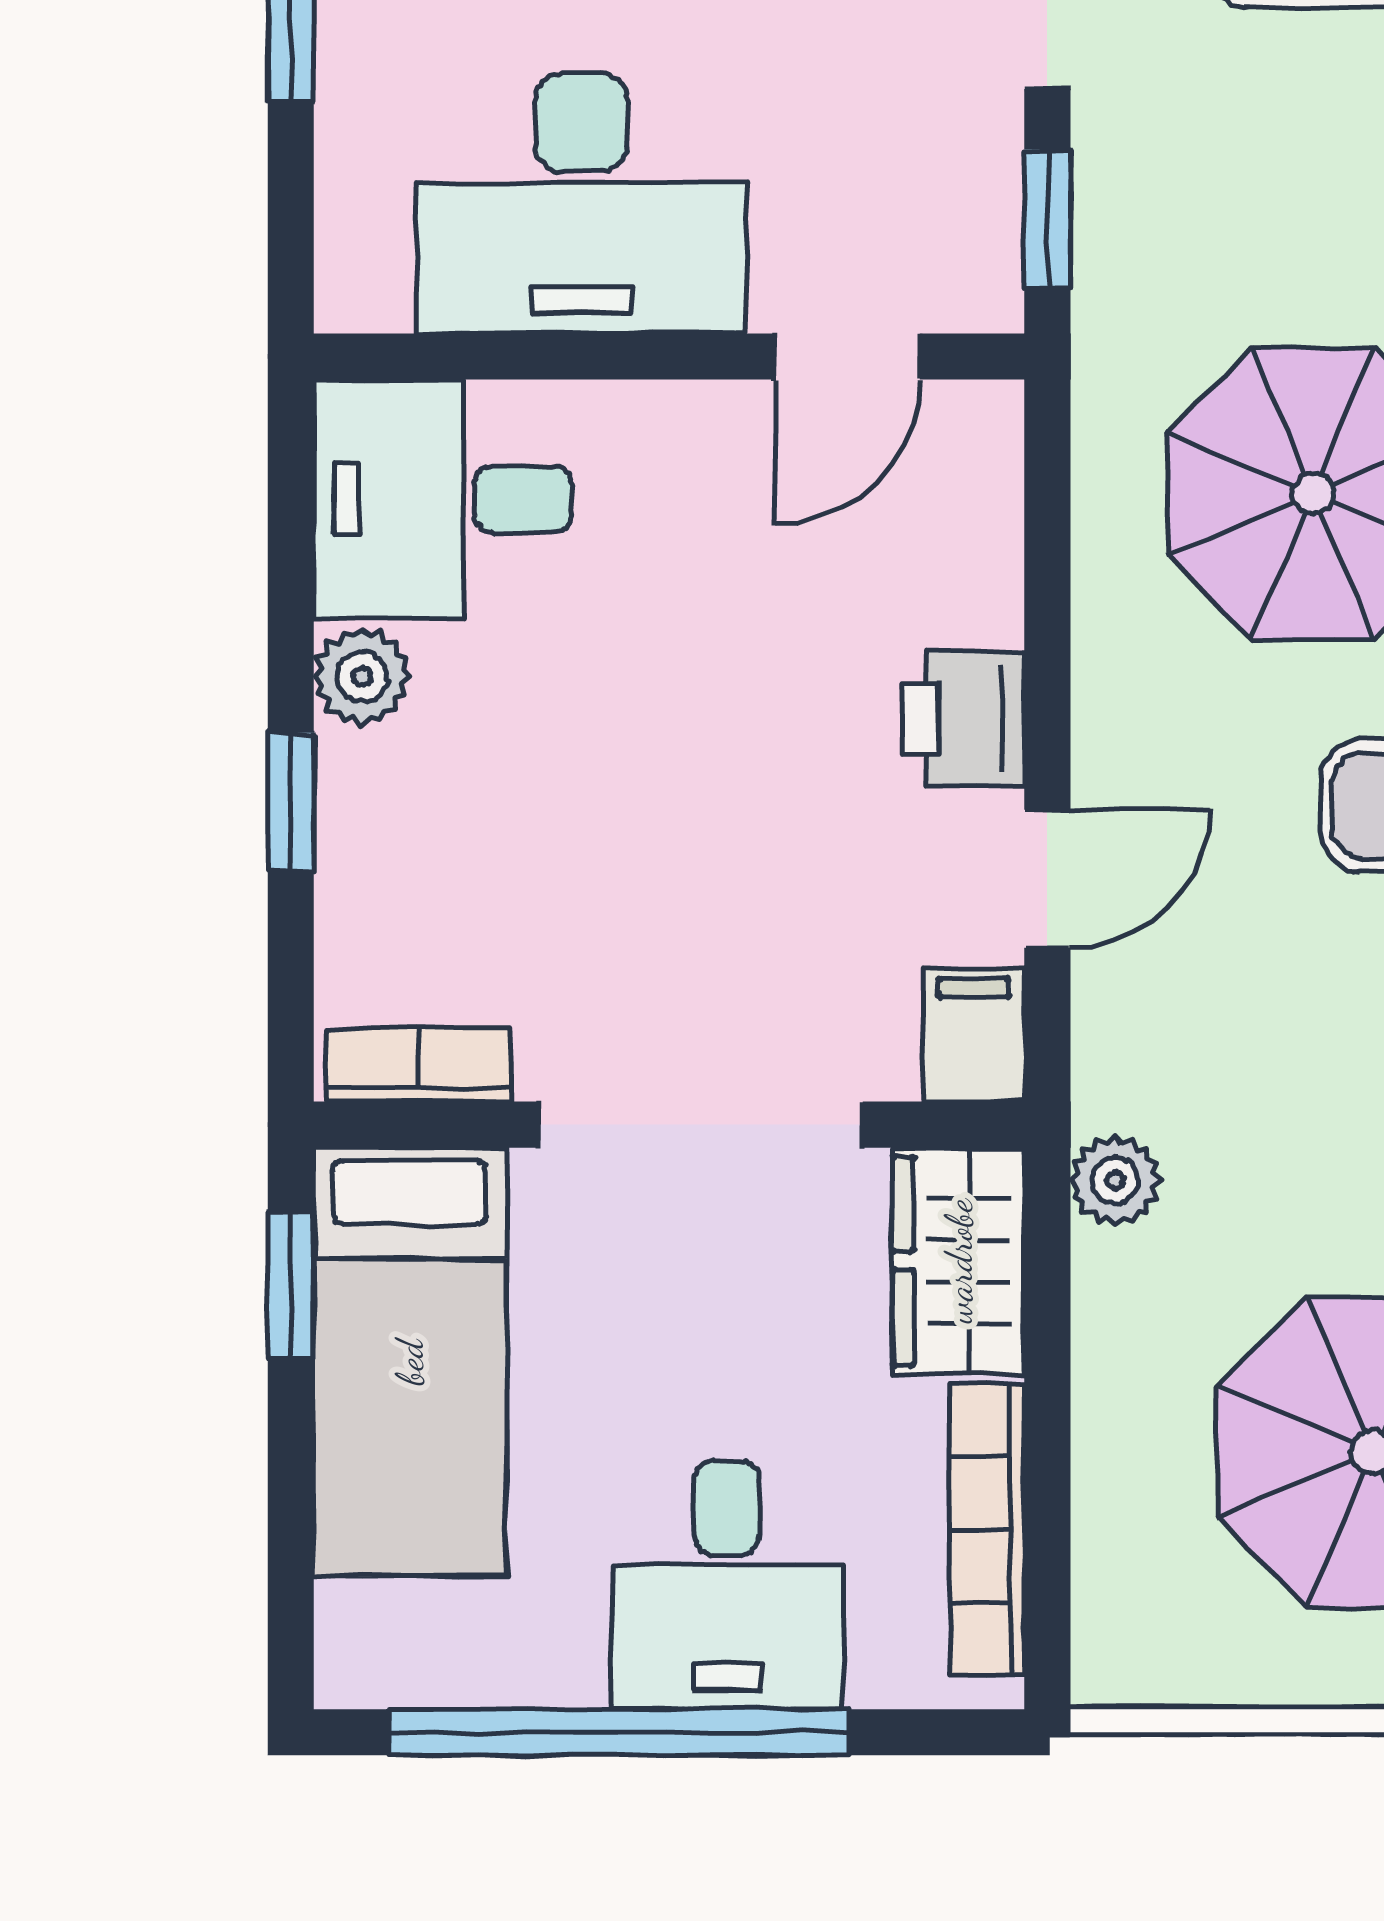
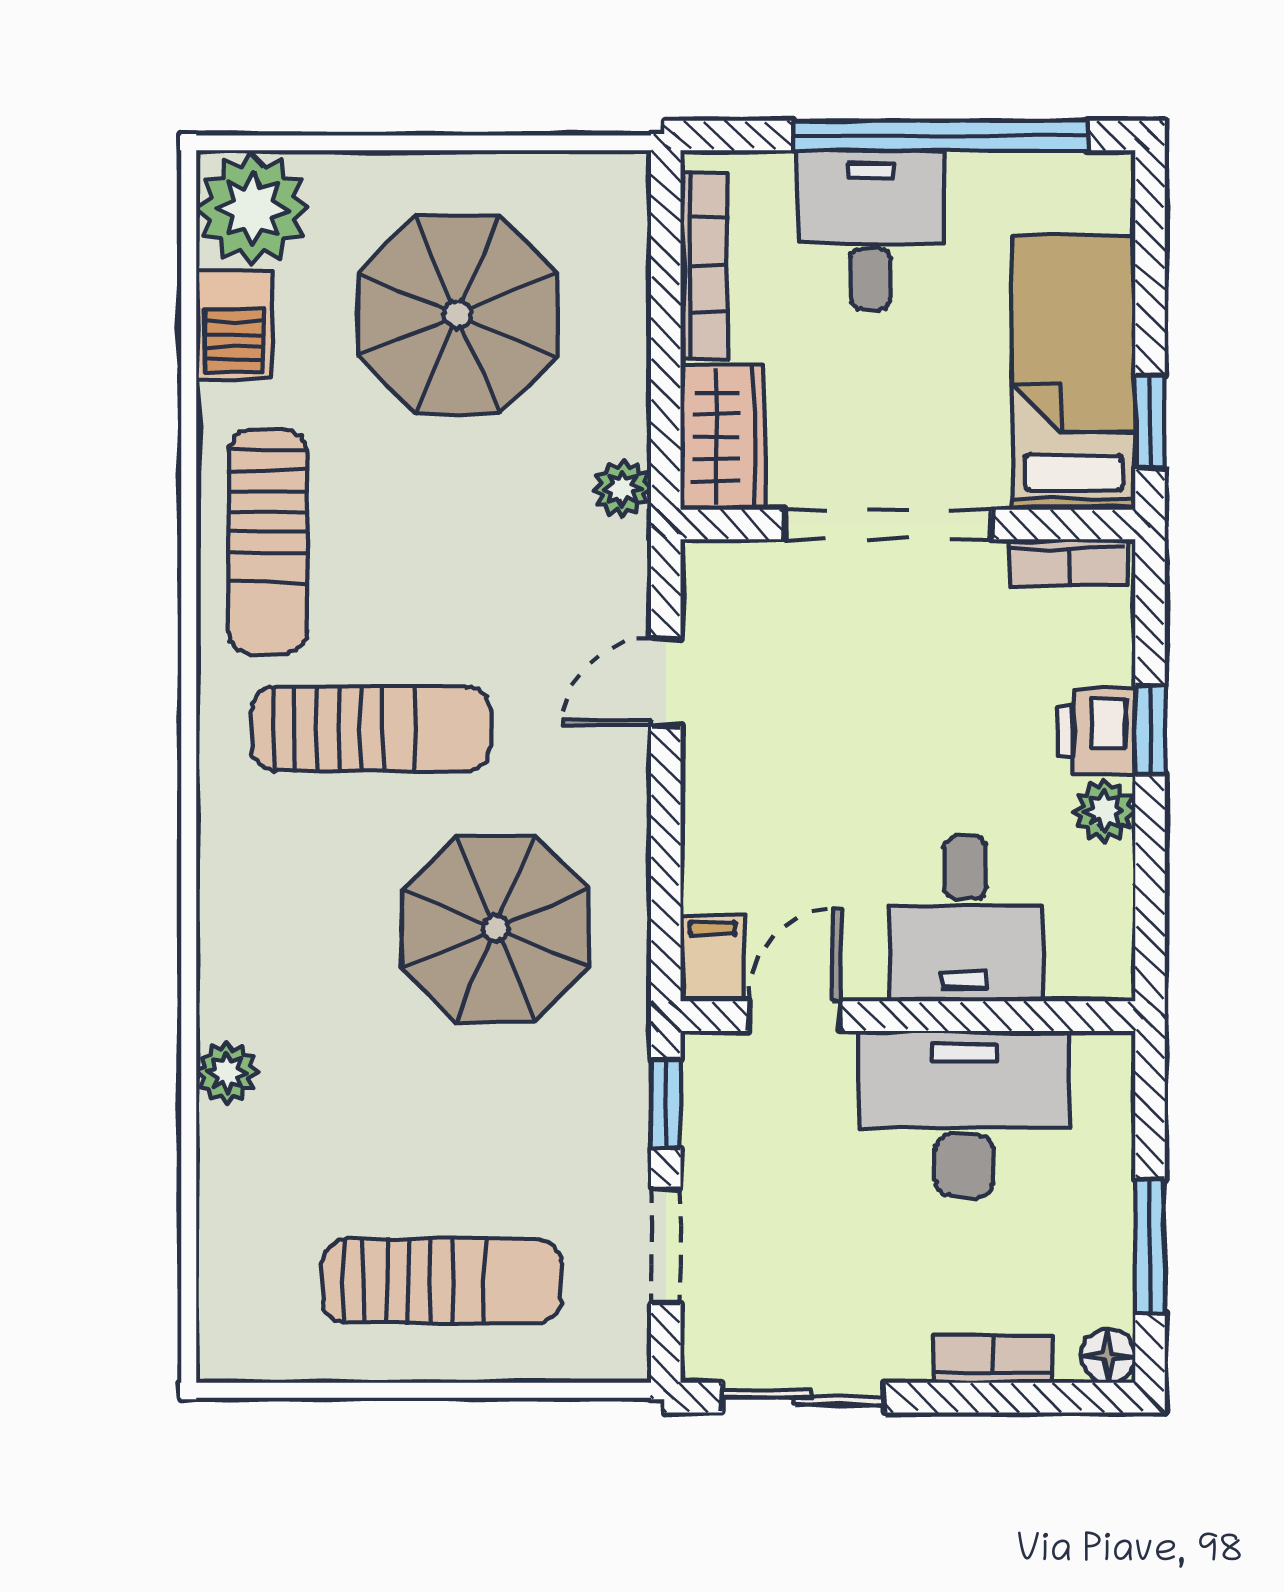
desk: (443, 499) -> (965, 919), moved, turned 90
printer: (963, 719) -> (1096, 731), moved, turned 180
filing cabinet: (974, 1035) -> (713, 958), moved, turned 180

